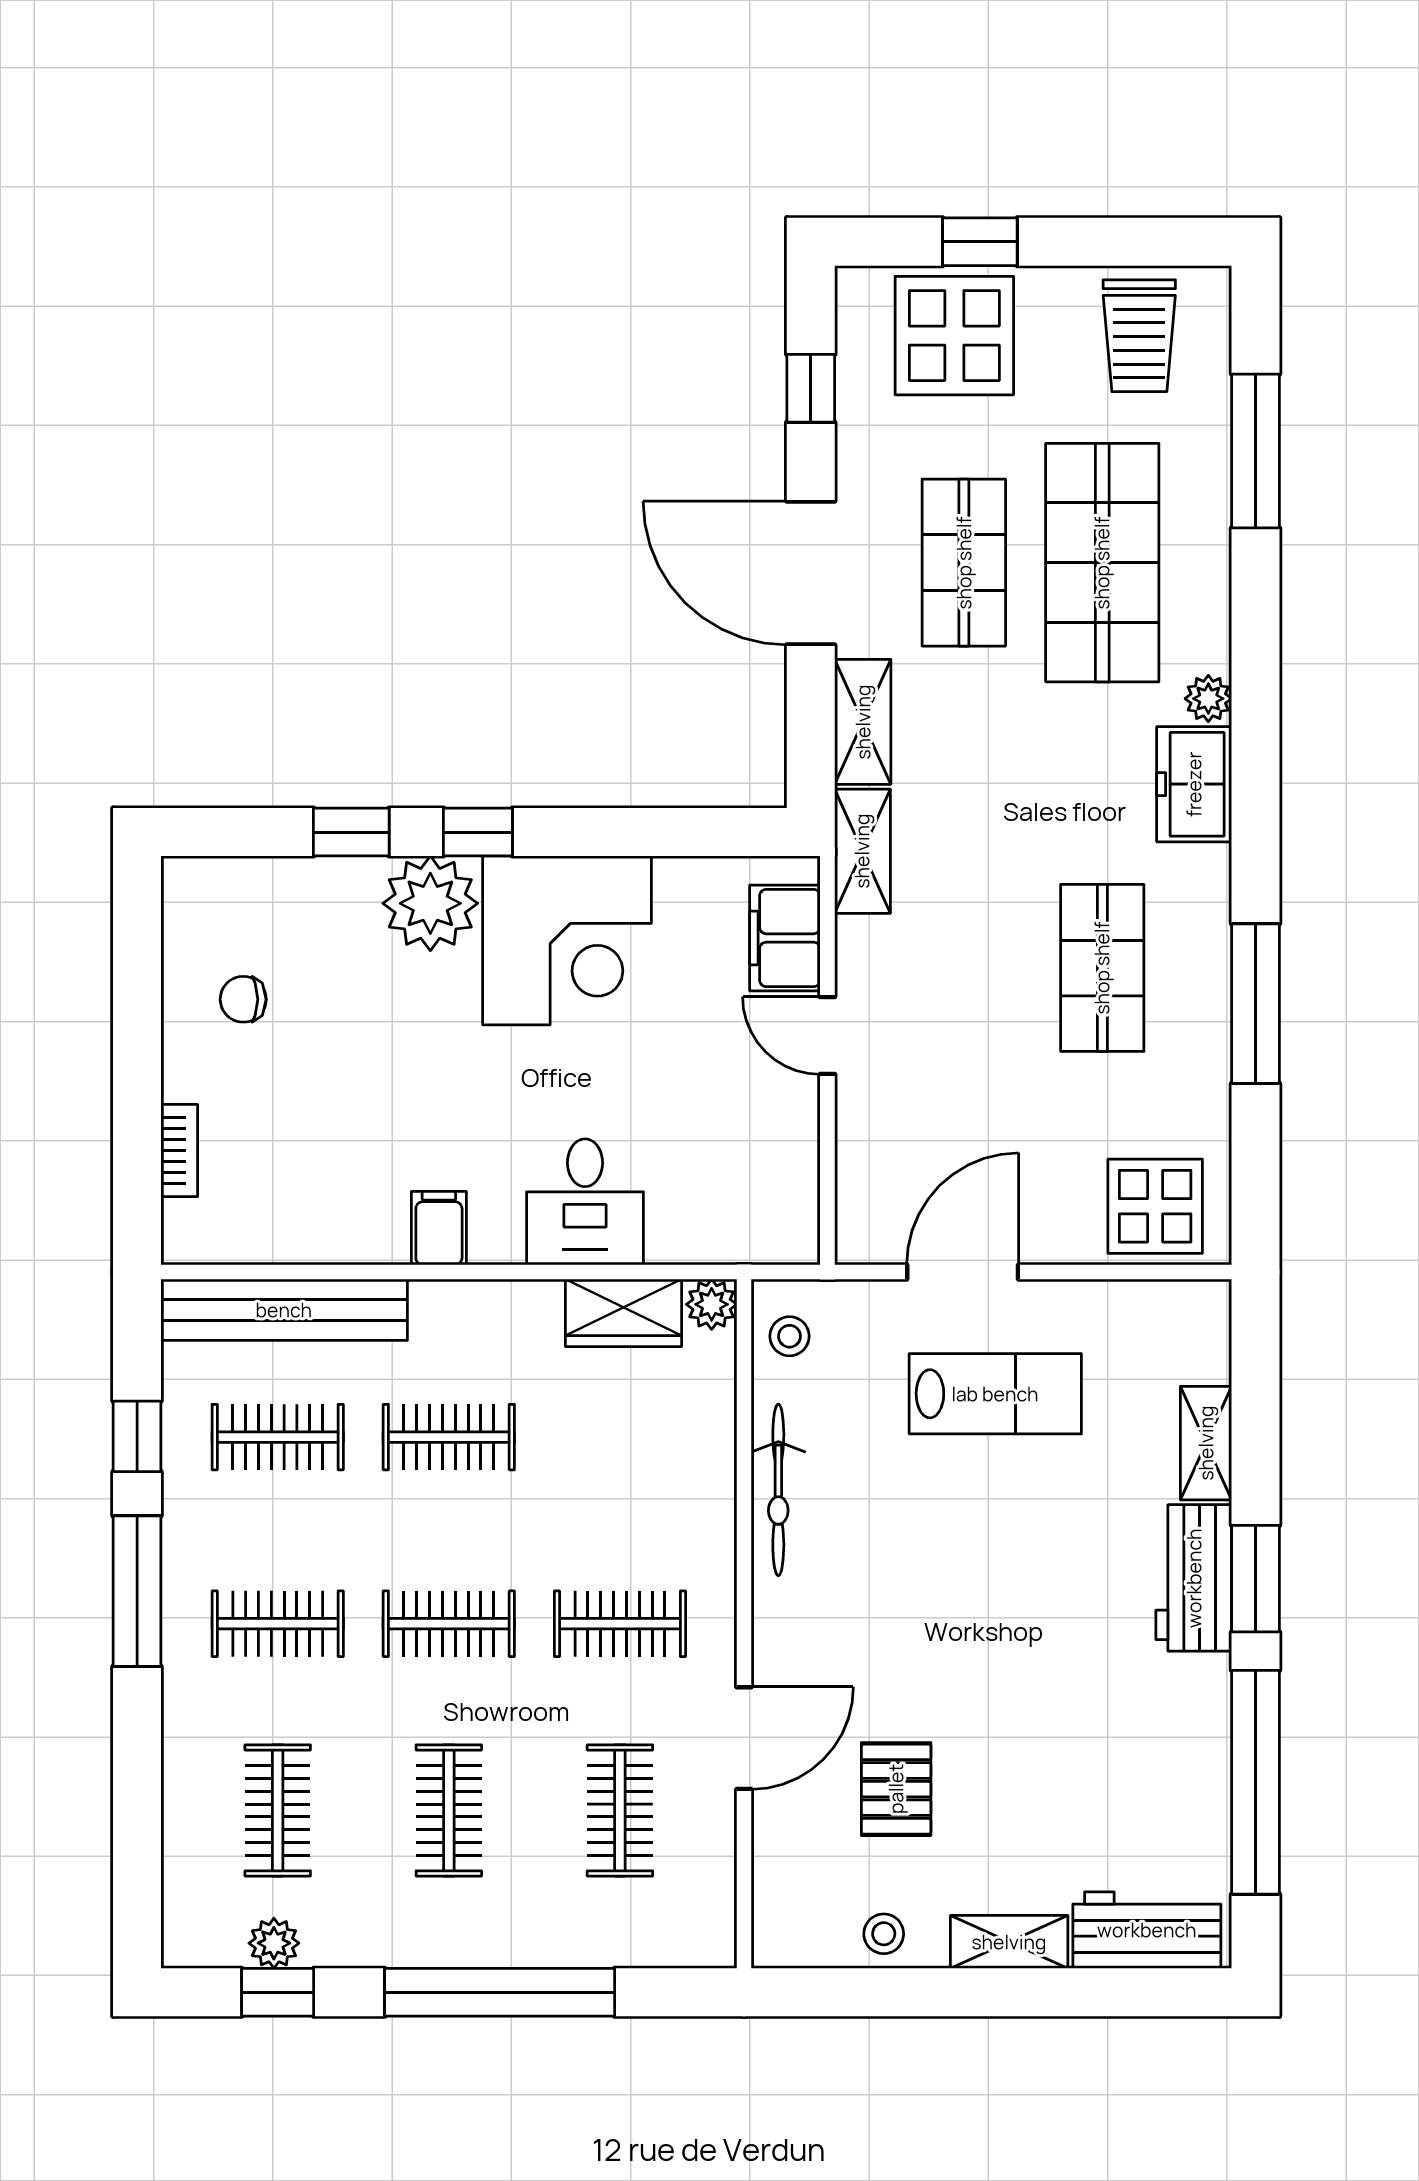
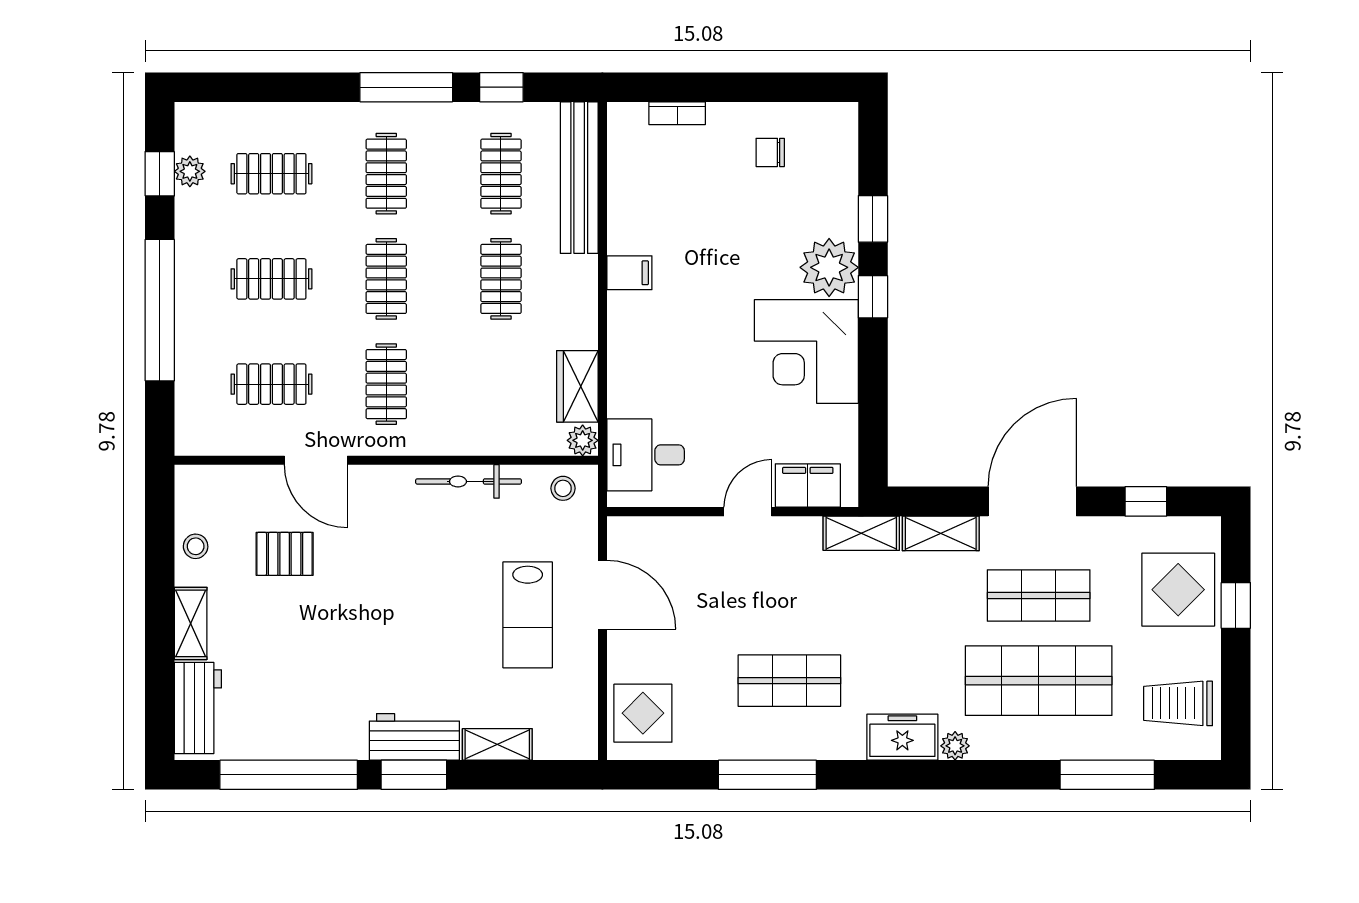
chair: (243, 999) -> (770, 152), turned -90
desk: (585, 1202) -> (646, 455), moved

